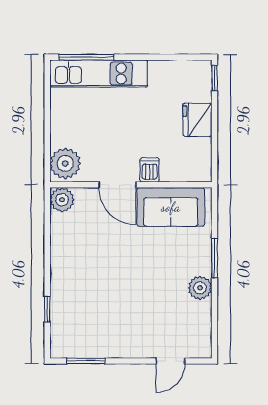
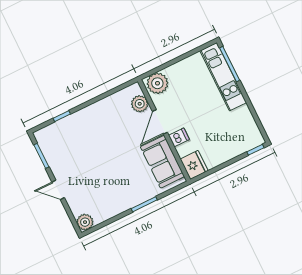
fridge: (197, 120) -> (194, 165), moved, turned 90
plant: (62, 200) -> (140, 104), moved
plant: (200, 288) -> (85, 222), moved
door: (170, 361) -> (58, 190), moved

